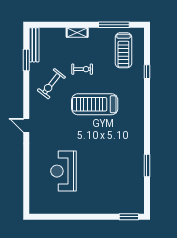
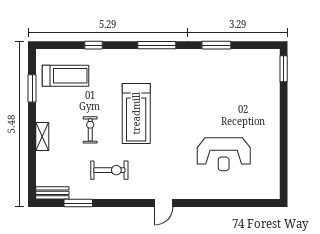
window: (114, 25) -> (32, 88), width x0.69
bench: (34, 45) -> (52, 193), width x0.73
exercise bike: (51, 84) -> (109, 170), turned -38
window: (147, 120) -> (157, 45), added

